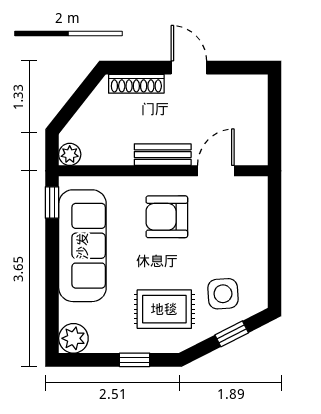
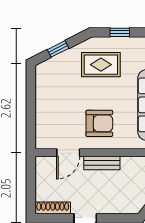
shoe rack: (136, 84) -> (53, 208), moved
side table: (223, 294) -> (64, 74), removed

